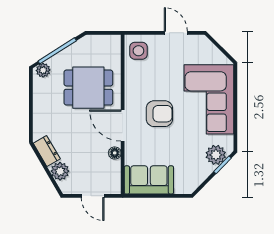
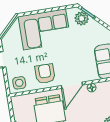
armchair: (159, 114) -> (45, 74), moved

